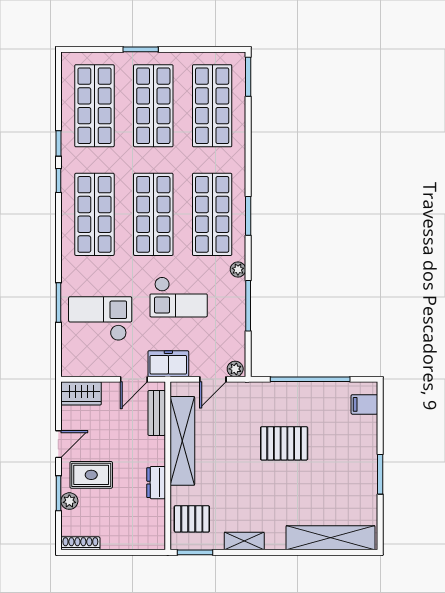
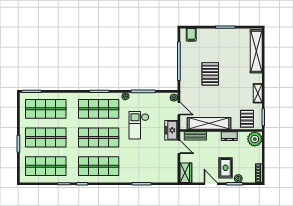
checkout: (179, 297) -> (139, 125), turned 180
checkout: (100, 319) -> (149, 163), removed
plant: (150, 535) -> (255, 139), added

